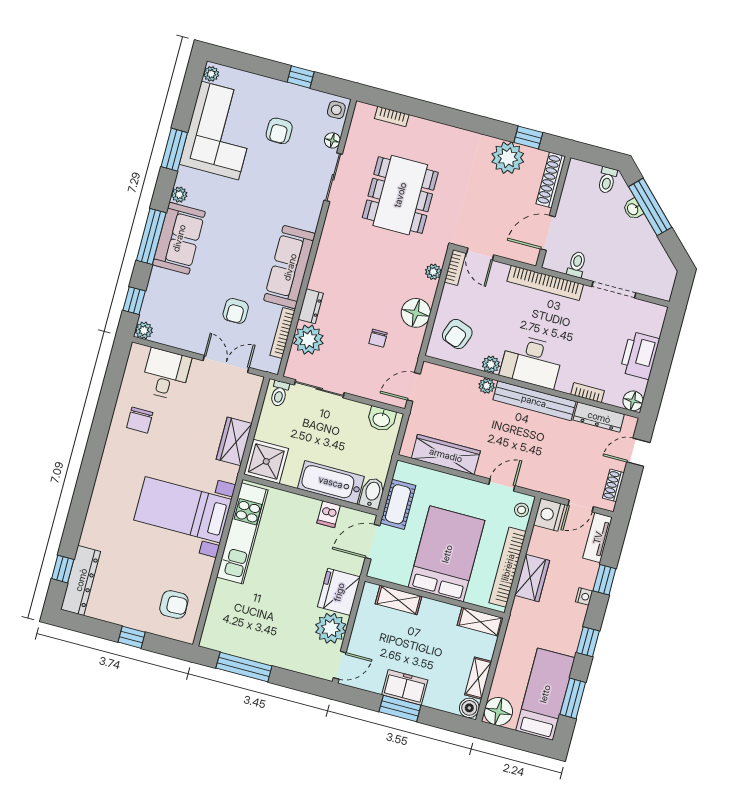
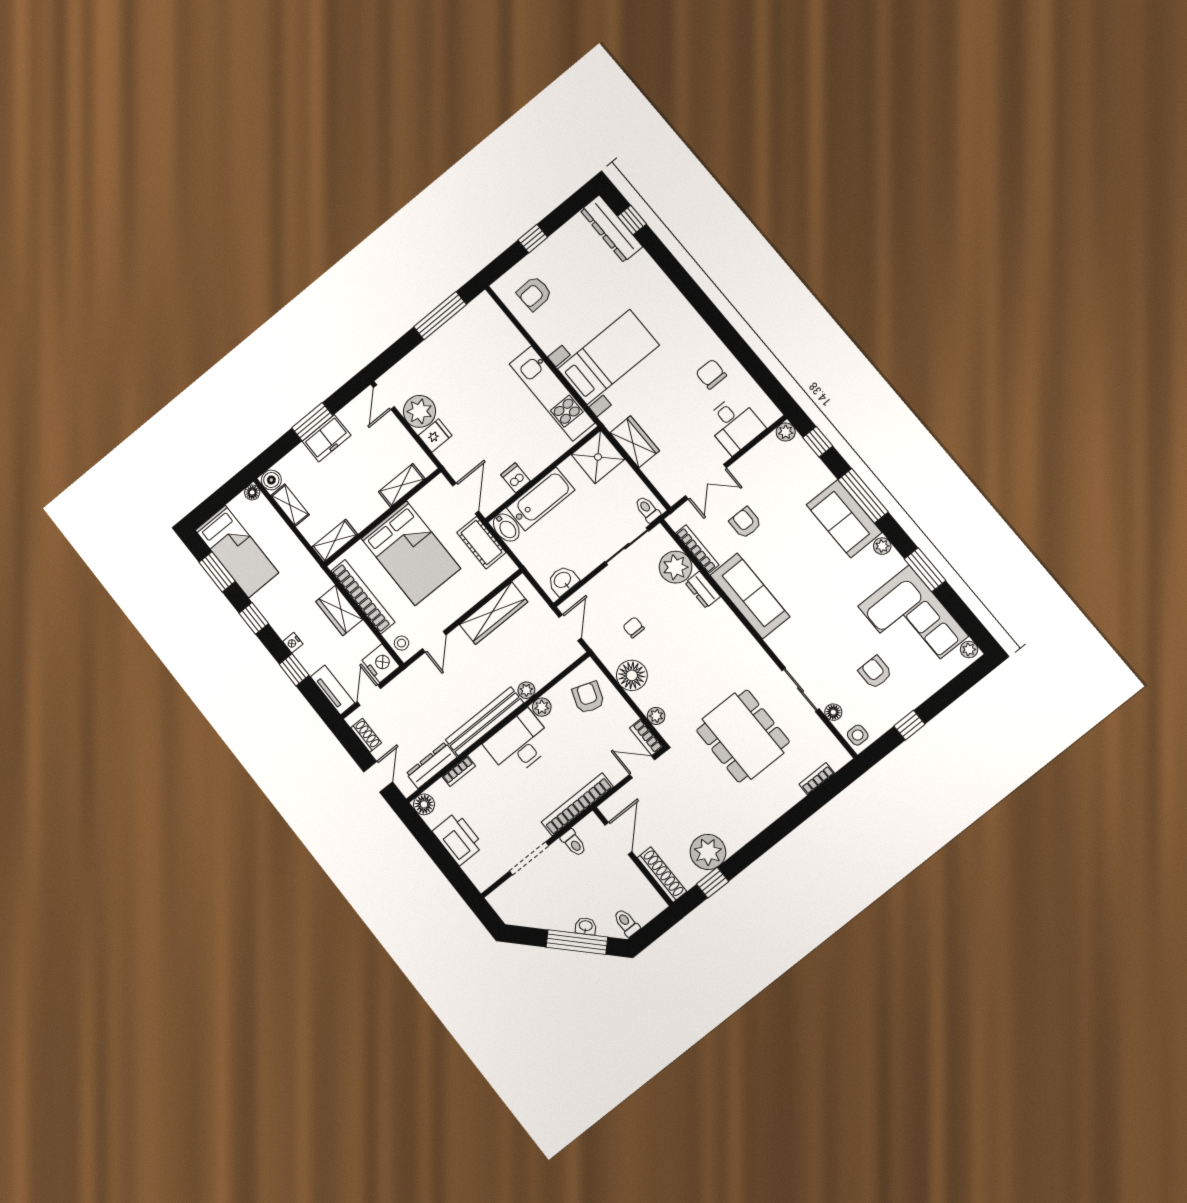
fridge: (339, 592) -> (435, 436), width x0.53, depth x0.75
floor lamp: (498, 711) -> (252, 492), width x0.53, depth x0.53

